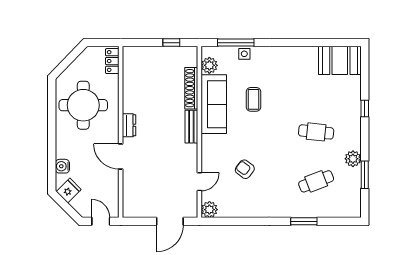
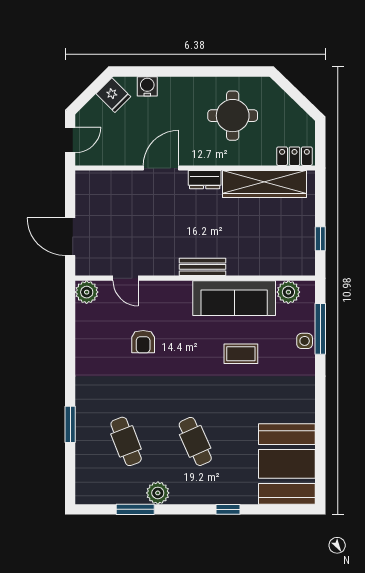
booth: (340, 60) -> (287, 464), width x1.36, depth x1.42
wardrobe: (132, 82) -> (264, 184), added
shoe rack: (191, 88) -> (256, 267), removed
round table: (83, 105) -> (233, 116), width x0.73, depth x0.73
cafe table: (316, 132) -> (195, 441), turned -30
armchair: (245, 169) -> (143, 342), turned 143

